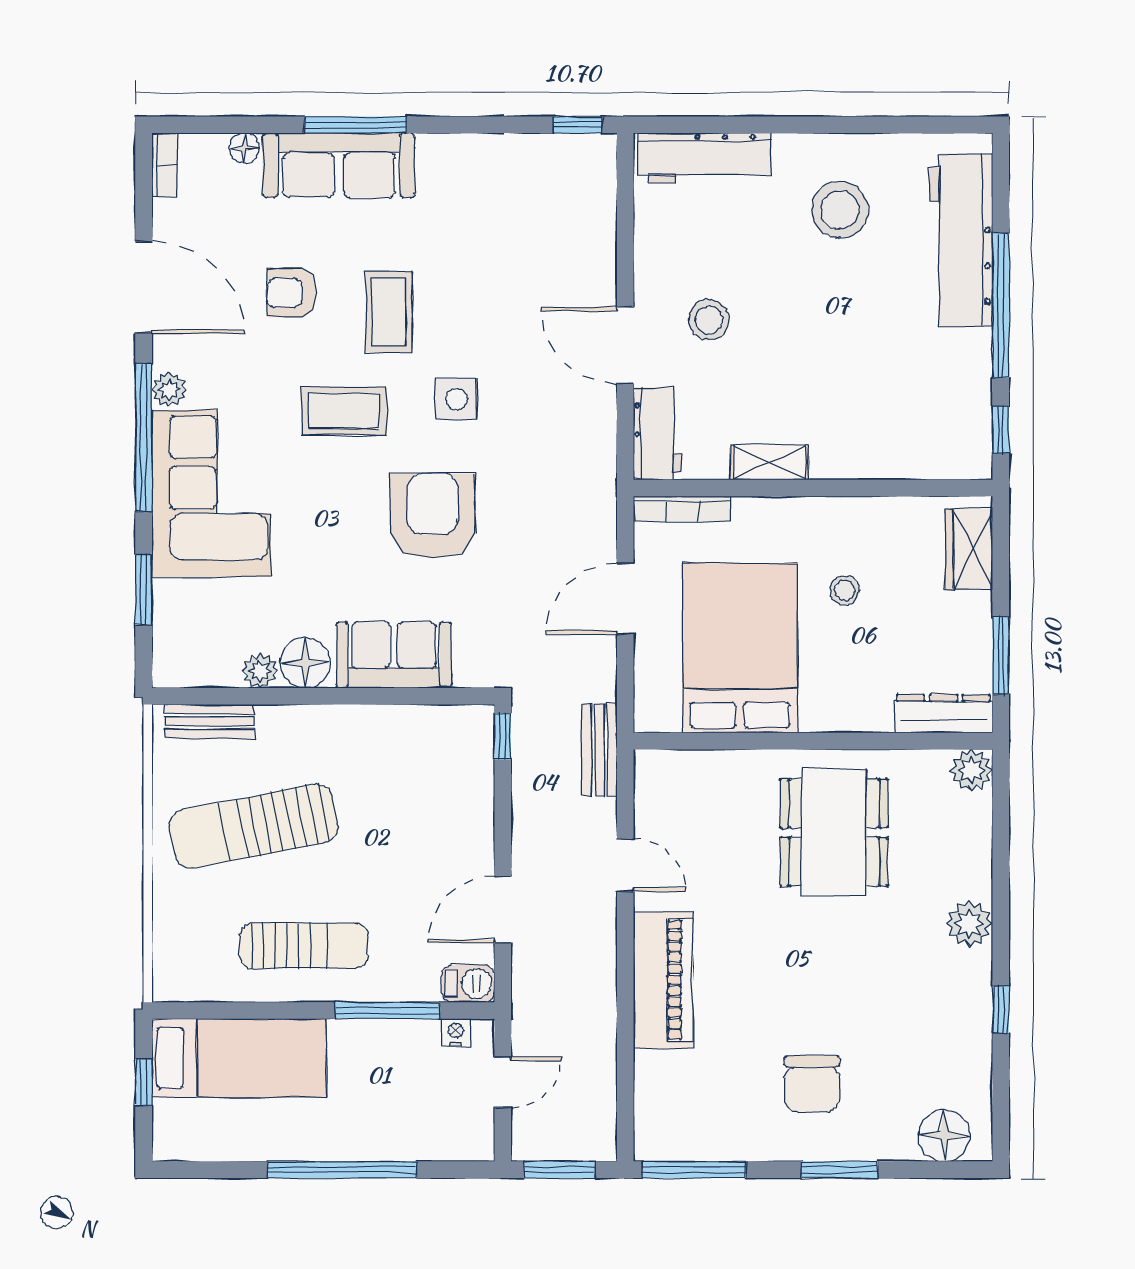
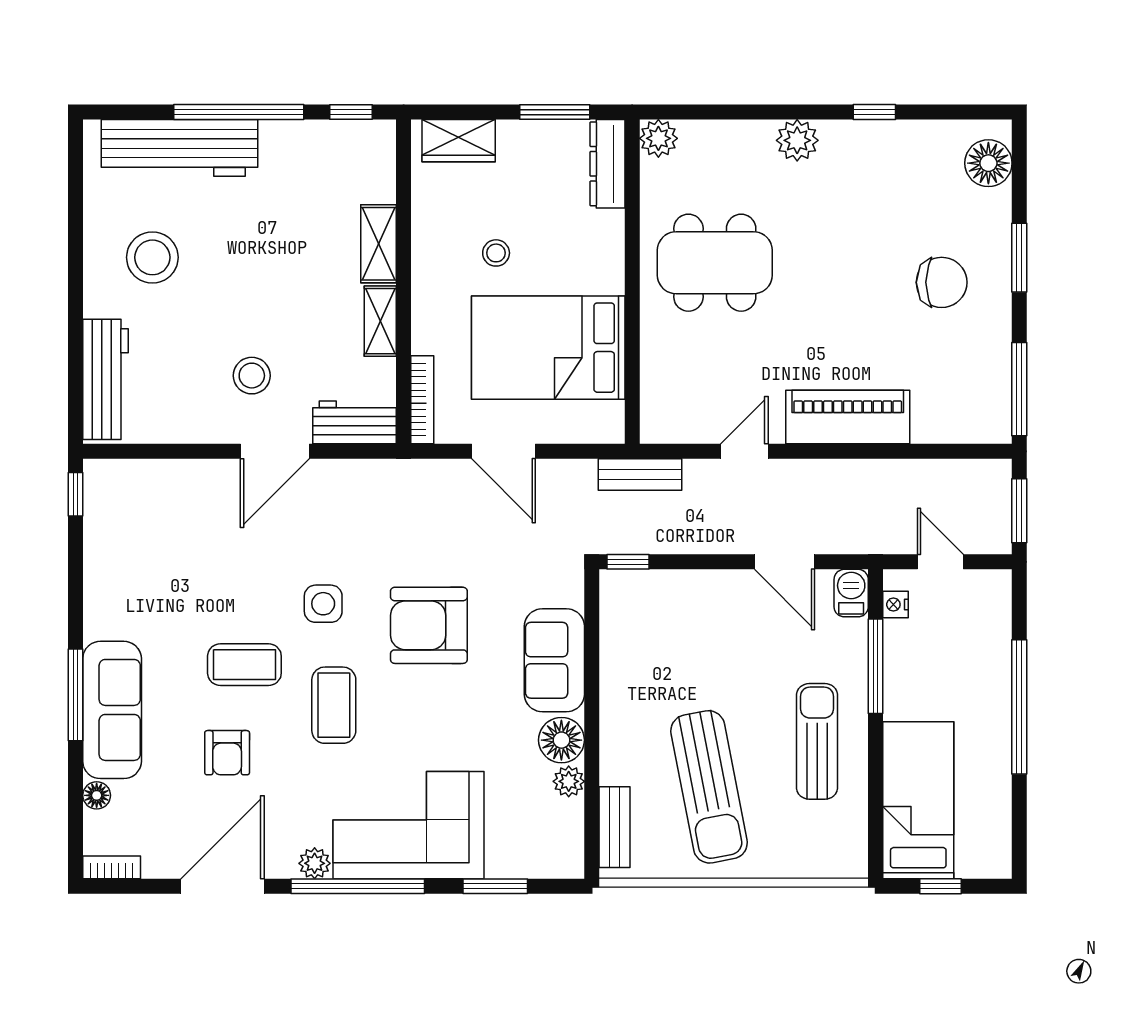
shelving: (855, 460) -> (379, 244), added

